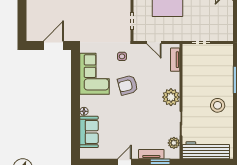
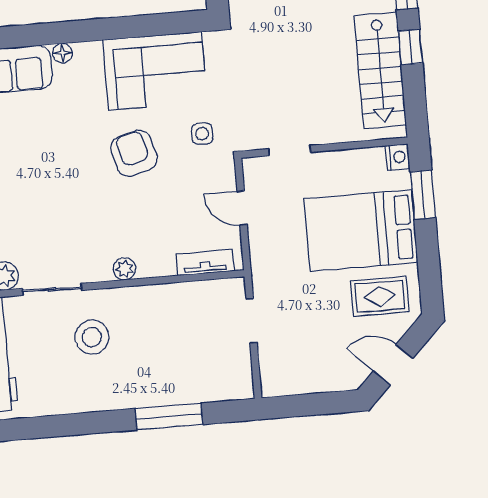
door: (154, 42) -> (242, 208), hinge flipped
plant: (171, 97) -> (125, 269), width x0.53, depth x0.53
stool: (218, 105) -> (92, 337), moved

